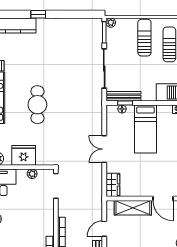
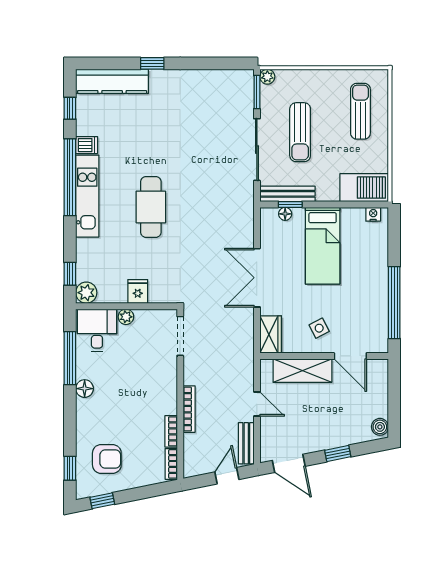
sun lounger: (144, 38) -> (300, 132), moved, turned 180
double door: (104, 149) -> (257, 278), width x1.37
fridge: (24, 155) -> (138, 291), width x0.53, depth x0.75
plant: (32, 174) -> (126, 317), moved
side table: (143, 181) -> (319, 328), added
door: (104, 229) -> (257, 404), swing flipped

